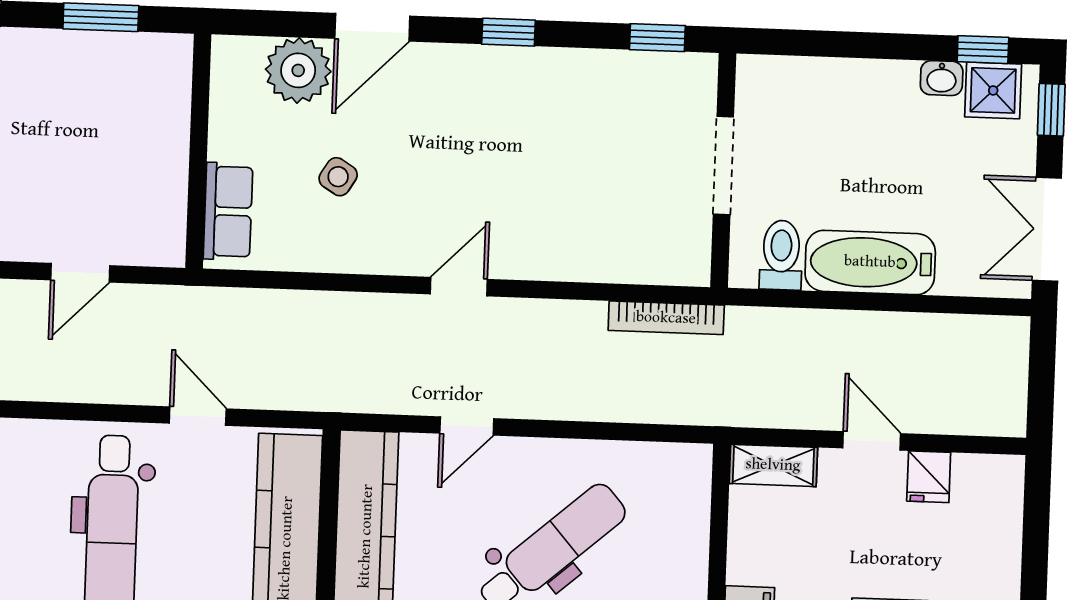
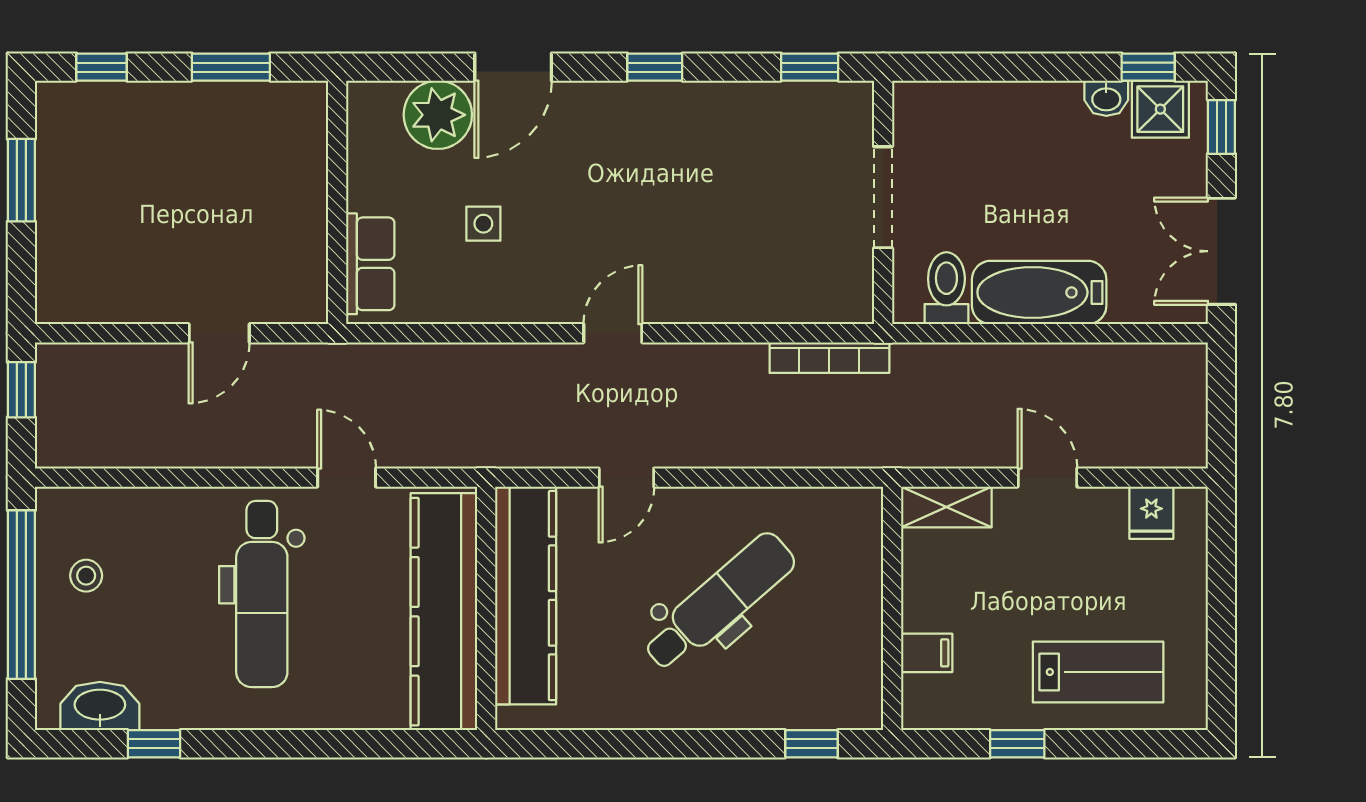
side table: (338, 177) -> (483, 224), turned -32
fridge: (929, 477) -> (1151, 513), moved

